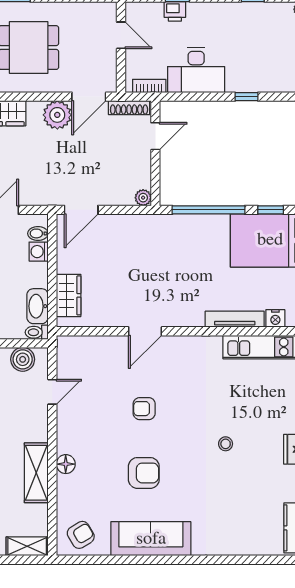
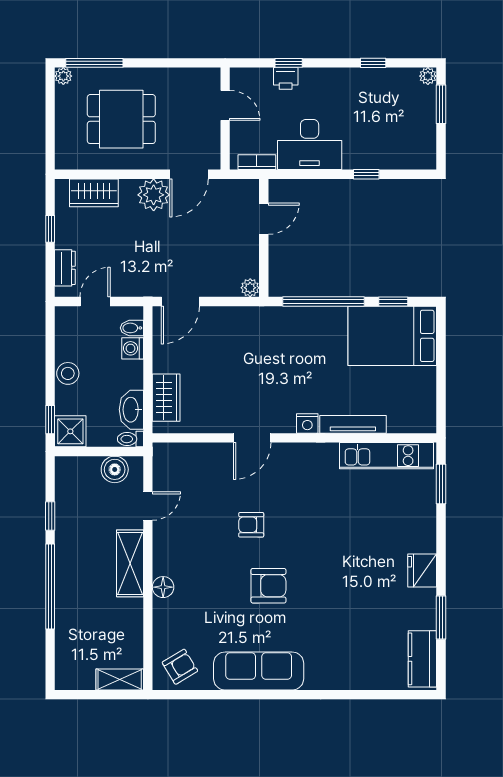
shoe rack: (129, 108) -> (234, 187), removed
nightstand: (275, 318) -> (307, 423), moved
stool: (226, 444) -> (343, 564), removed
shelving: (36, 473) -> (130, 563), moved
armchair: (144, 473) -> (268, 586), moved

